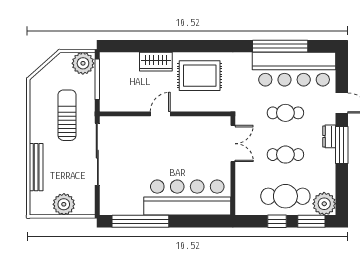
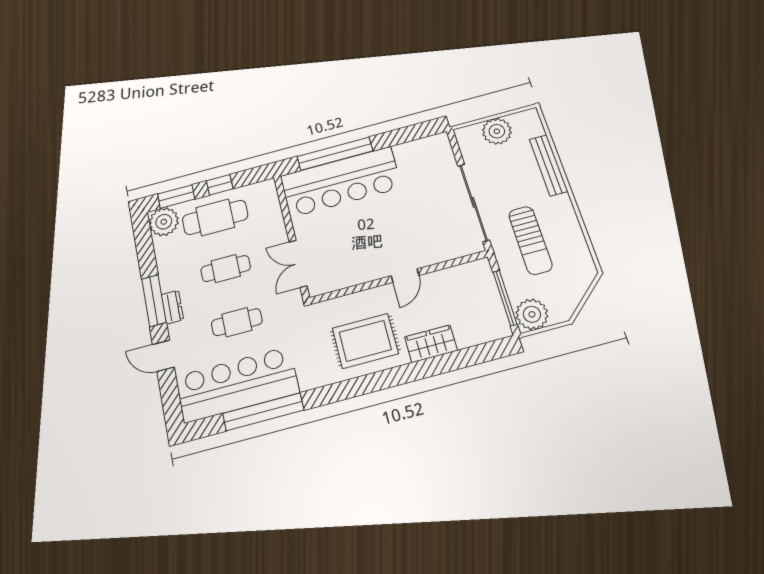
window: (140, 221) -> (335, 154), moved

